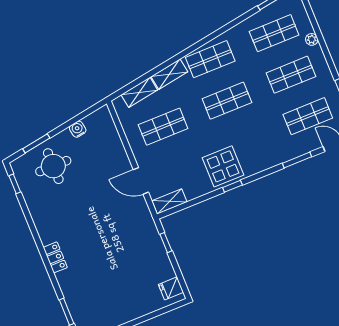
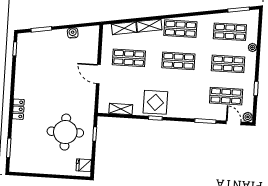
round table: (53, 166) -> (65, 132), moved, width x1.36, depth x1.36
door: (141, 181) -> (98, 74), moved
shelving: (169, 201) -> (121, 109), moved

